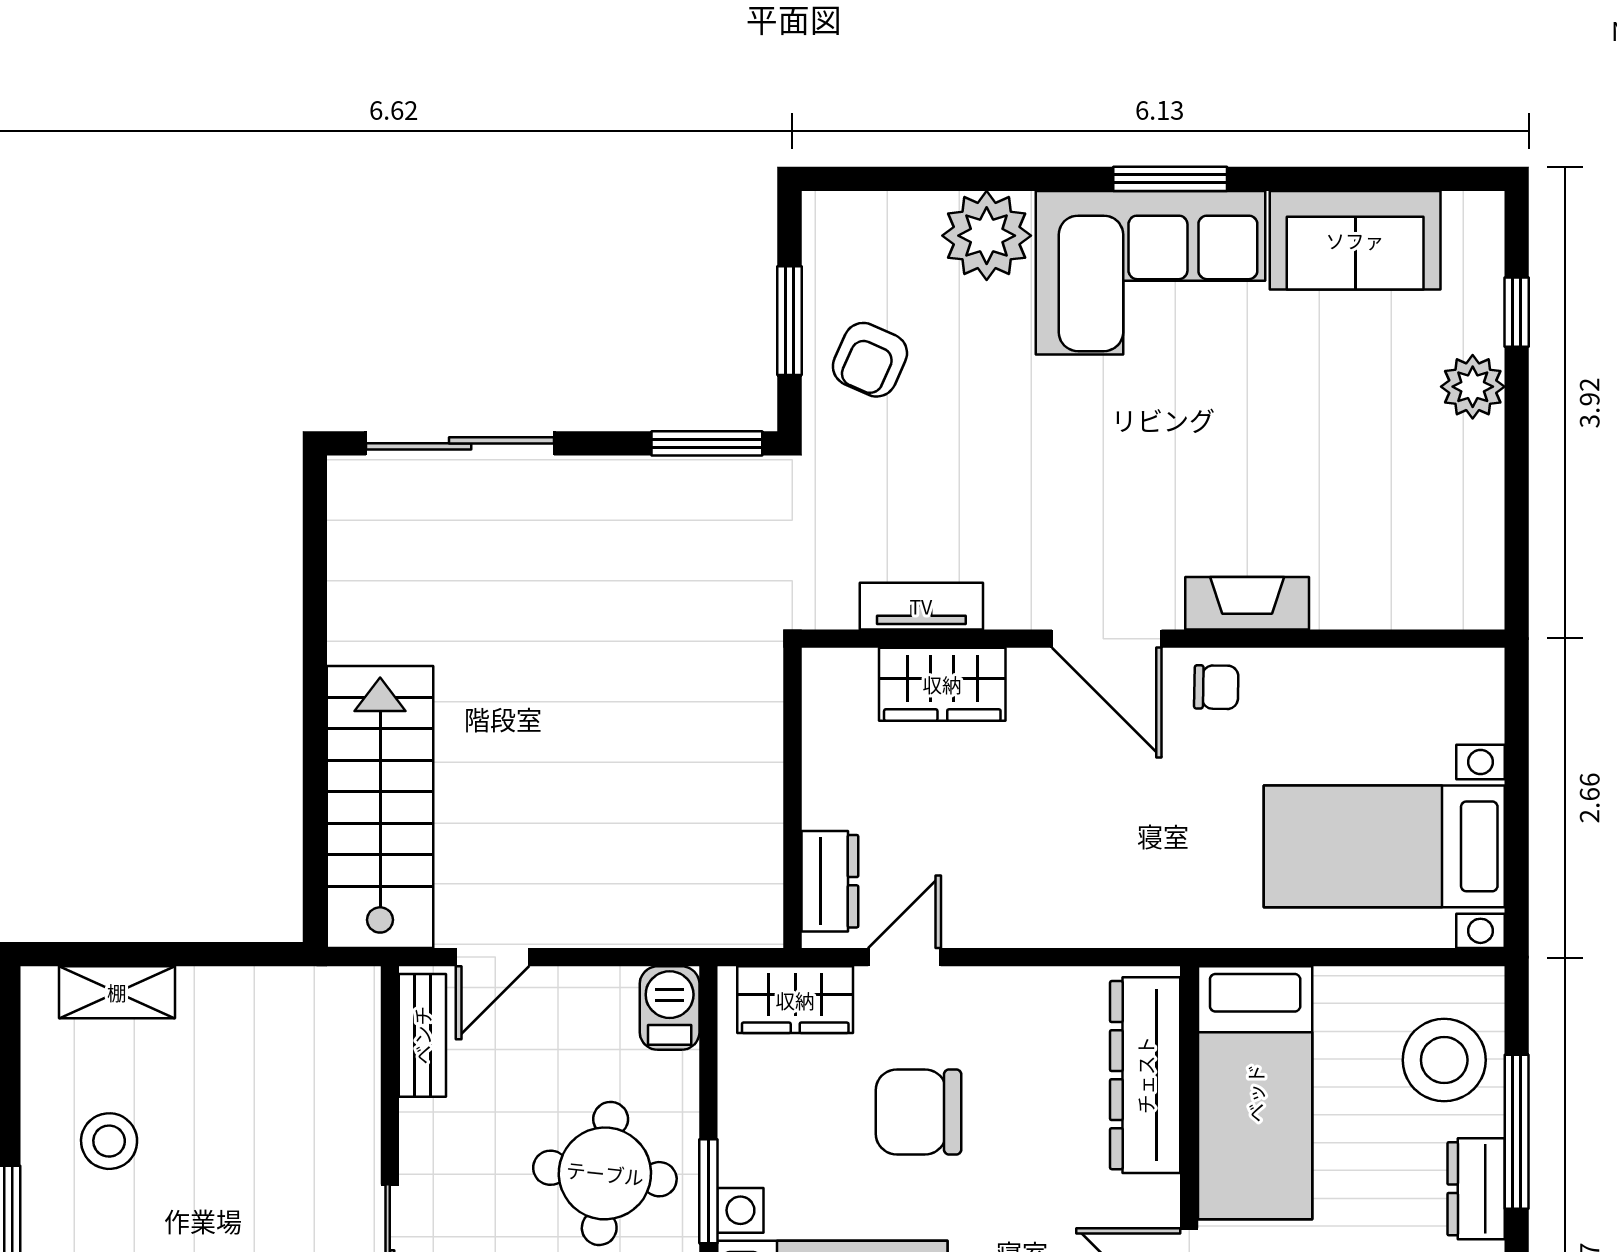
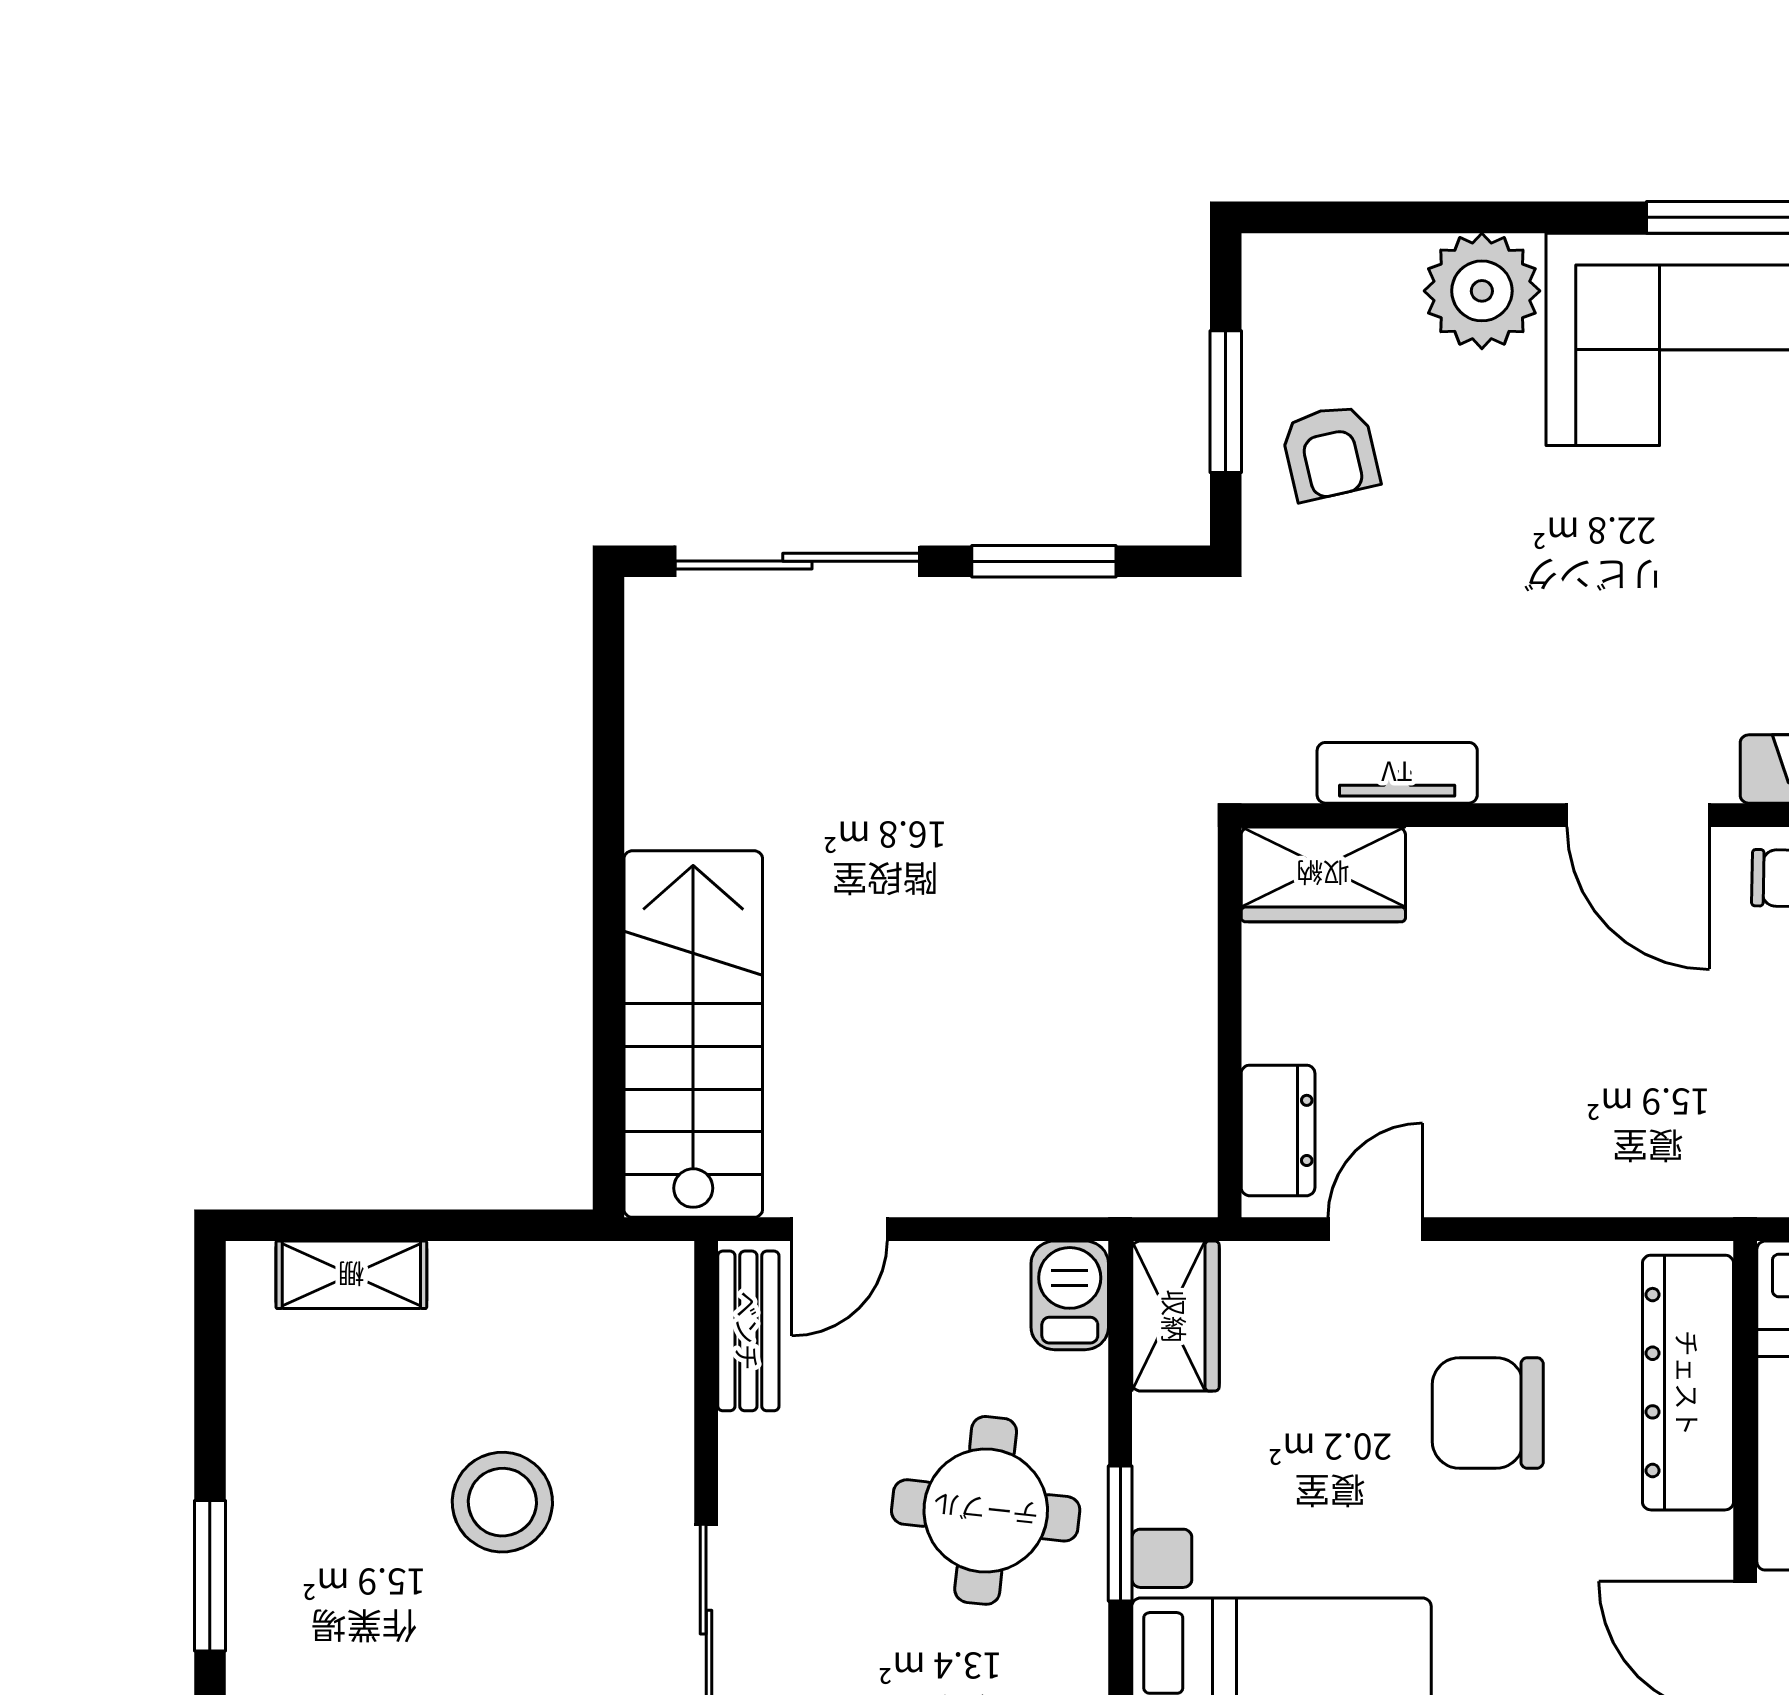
armchair: (870, 360) -> (1330, 452), turned -37
window: (707, 443) -> (1044, 561), moved
wardrobe: (942, 684) -> (1323, 874), moved
wardrobe: (795, 1000) -> (1175, 1316), moved, turned -90
chair: (919, 1112) -> (1488, 1413), moved
stool: (109, 1141) -> (502, 1502), moved, width x1.38, depth x1.38

